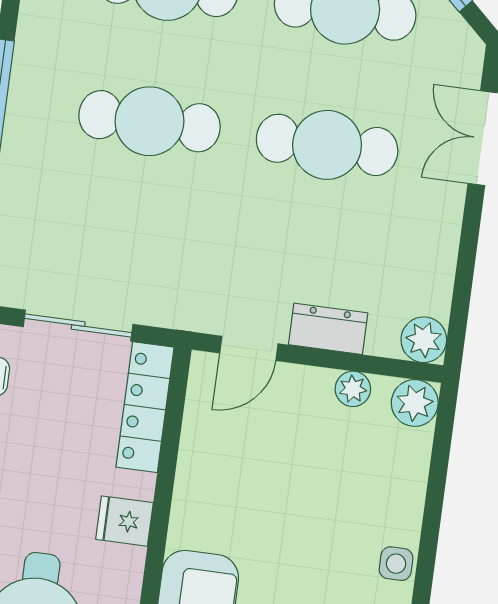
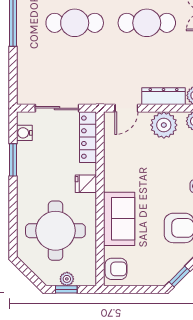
dresser: (328, 329) -> (164, 96), width x1.44
plant: (353, 389) -> (164, 125), width x1.88, depth x1.88

